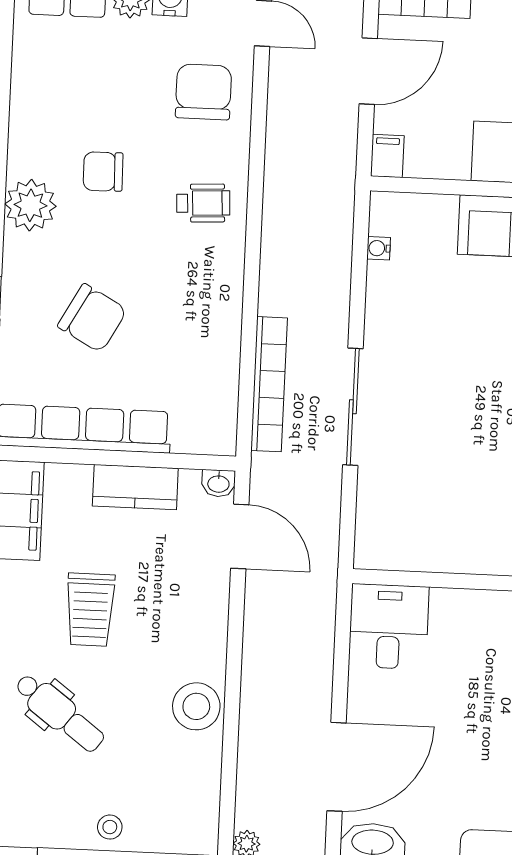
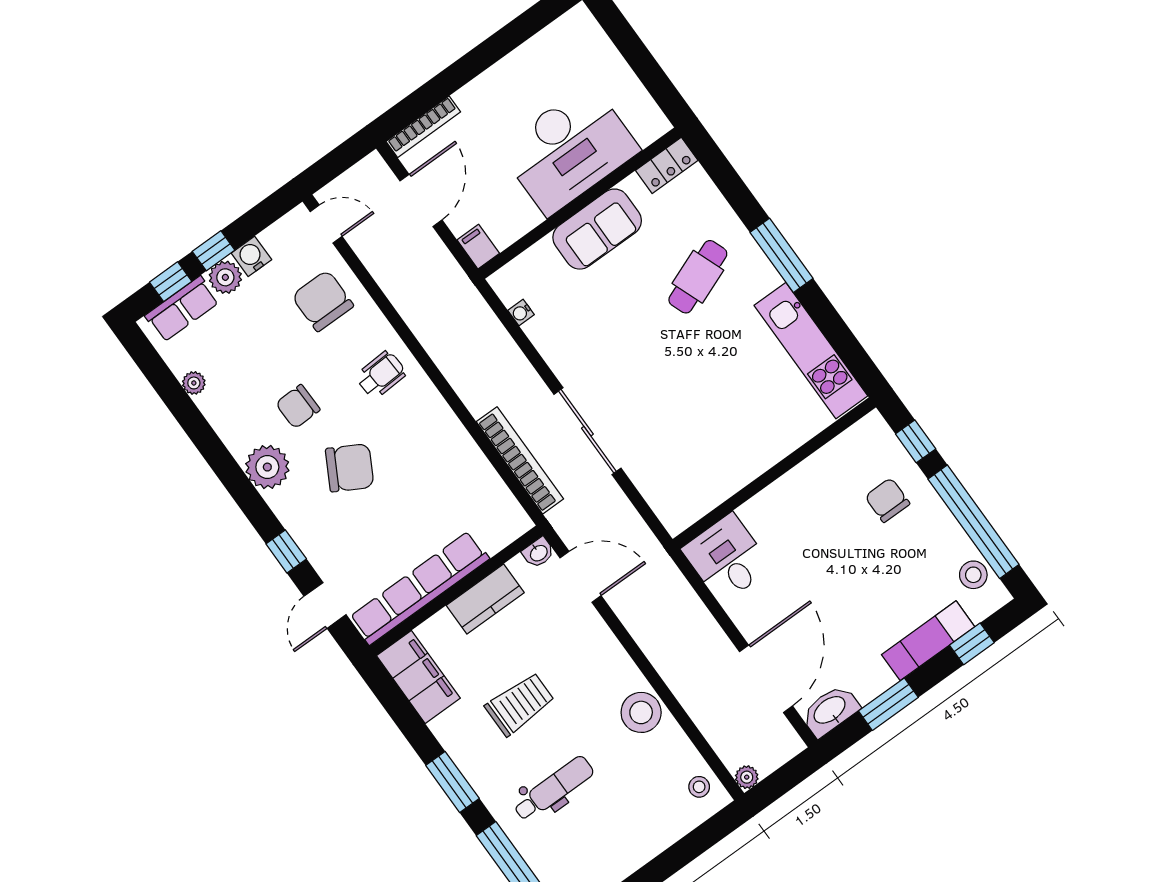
plant: (24, 73) -> (194, 383), added
chair: (92, 318) -> (350, 468), moved
trolley: (90, 610) -> (520, 704), turned -90
dental chair: (59, 713) -> (554, 789), turned -37
stool: (110, 827) -> (699, 787), moved

